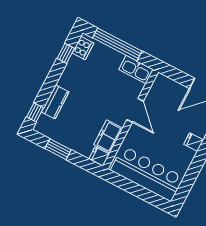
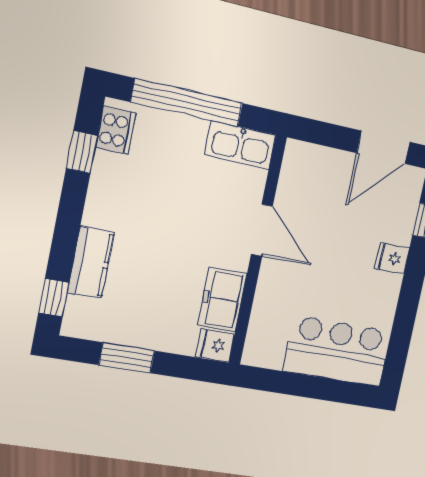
bar counter: (147, 174) -> (337, 351), width x0.73

